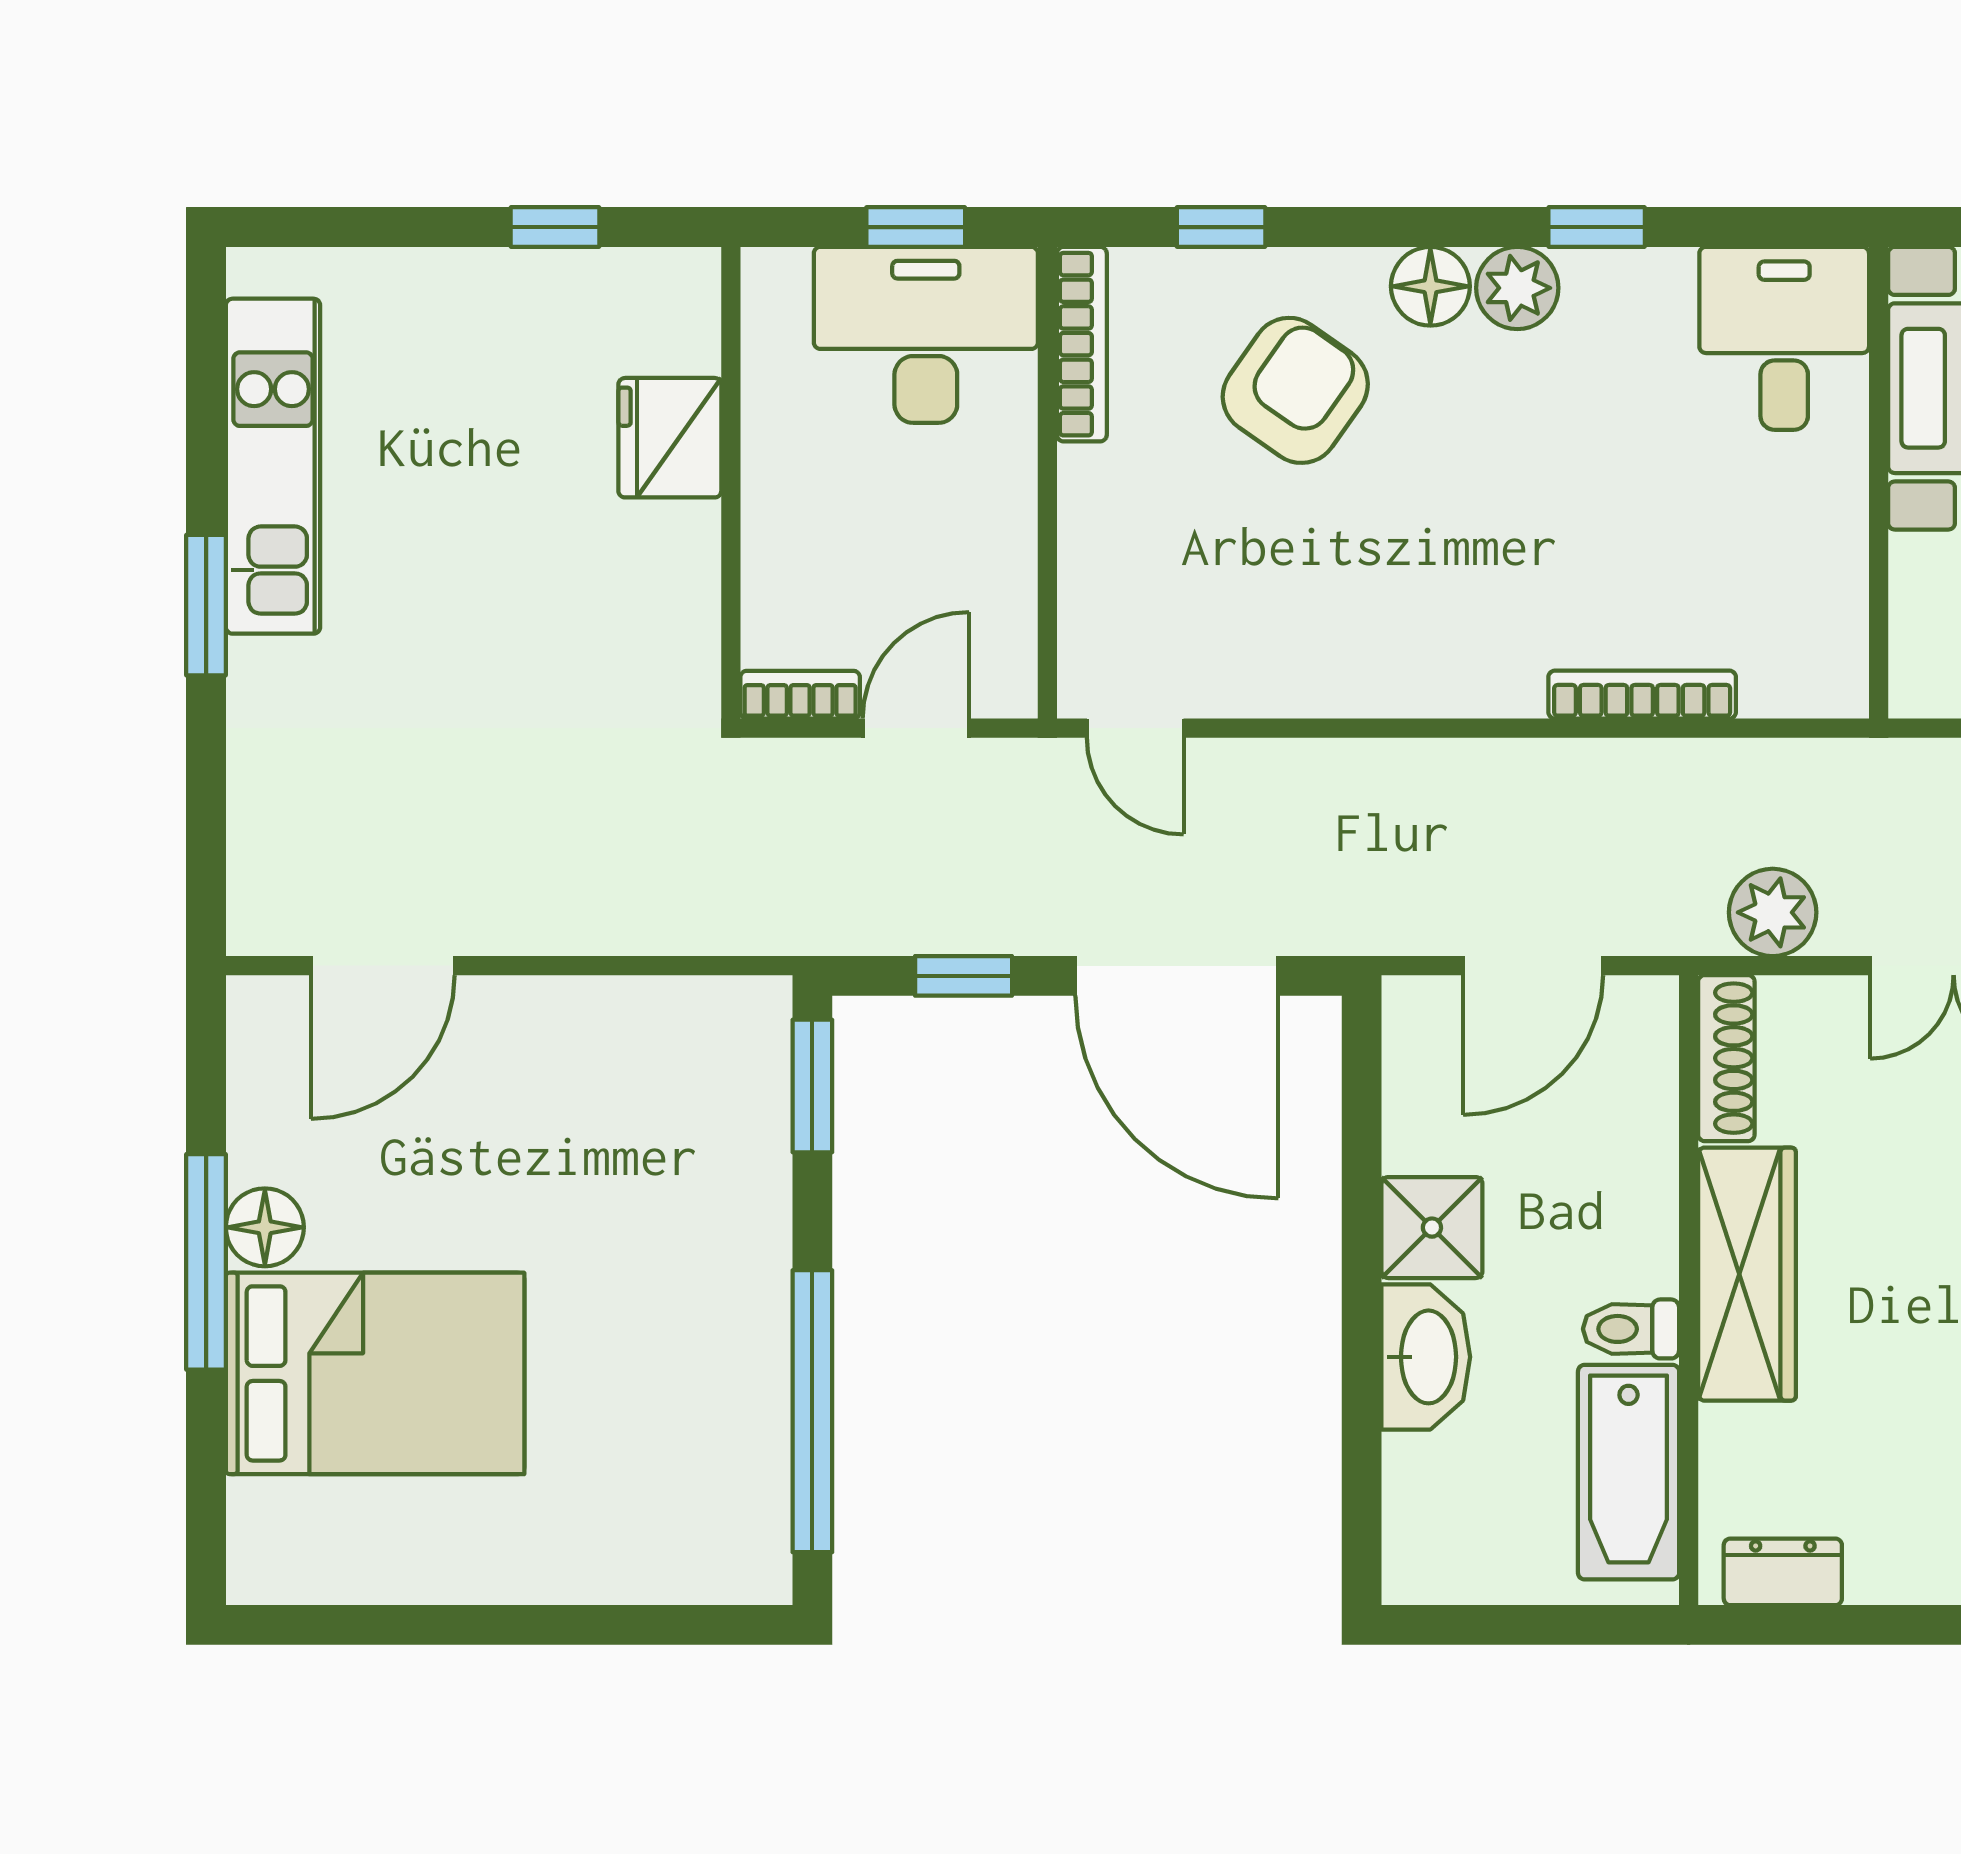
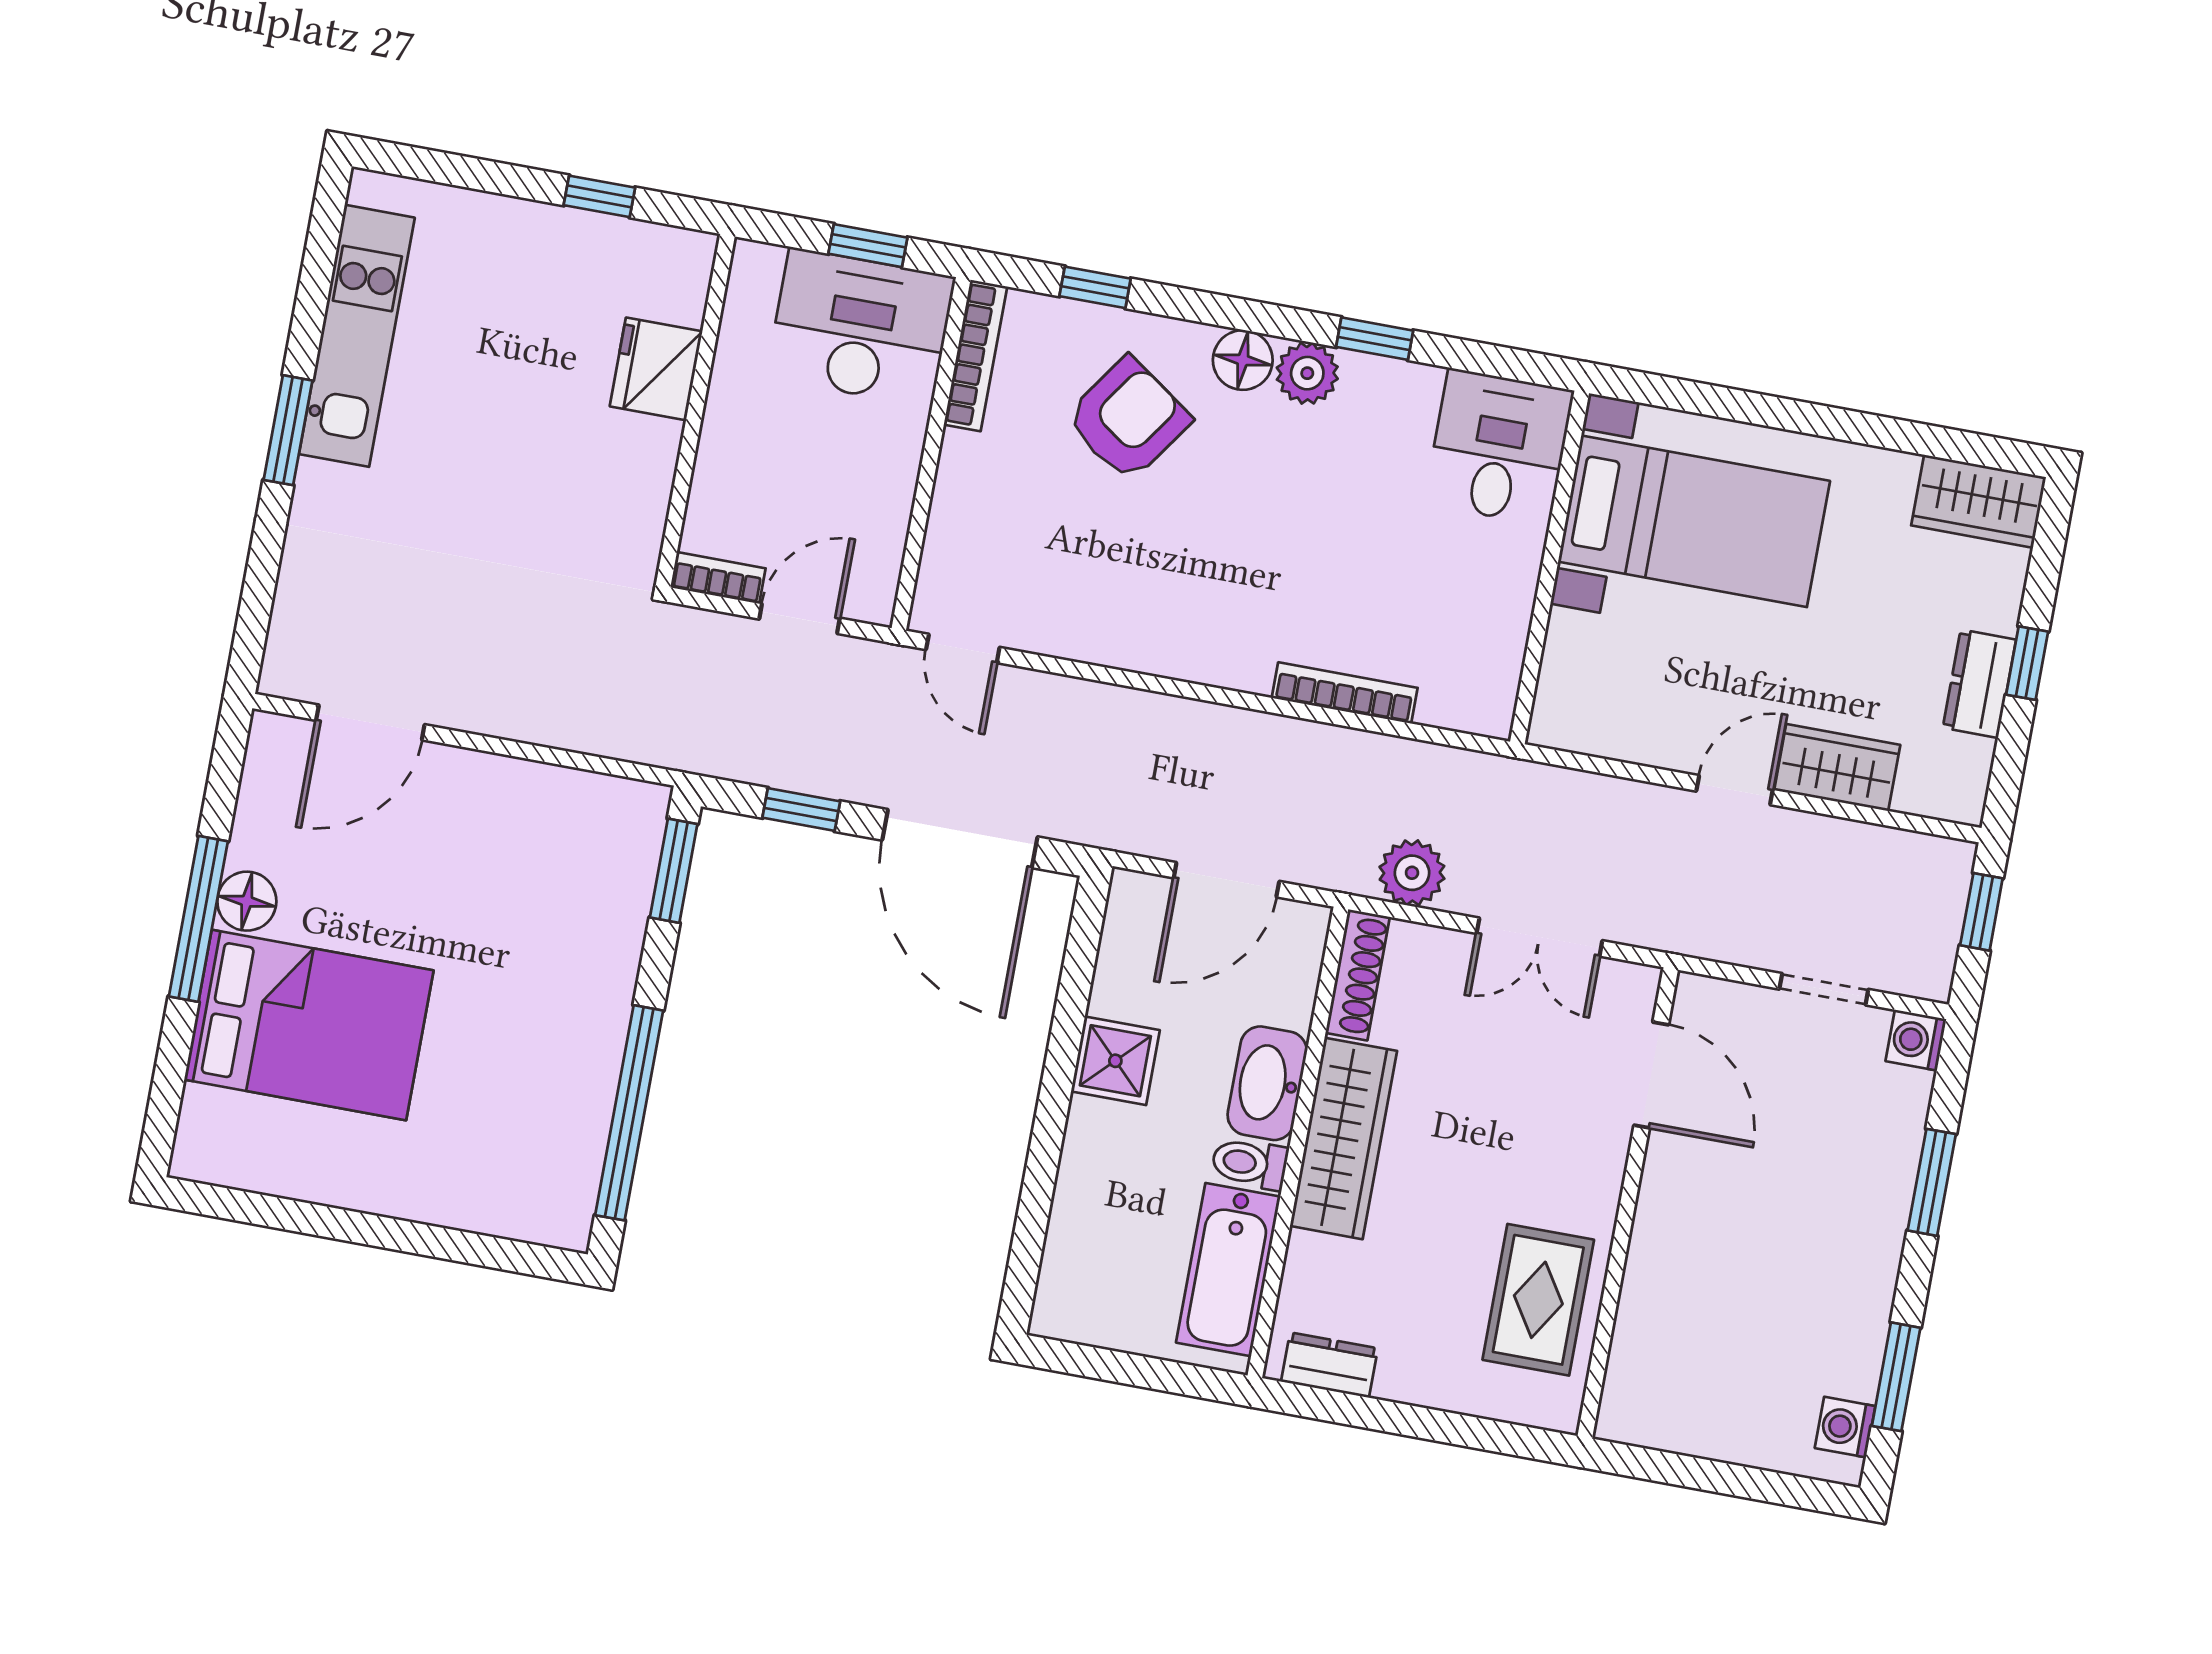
washbasin: (1426, 1357) -> (1267, 1083), moved, turned 180

